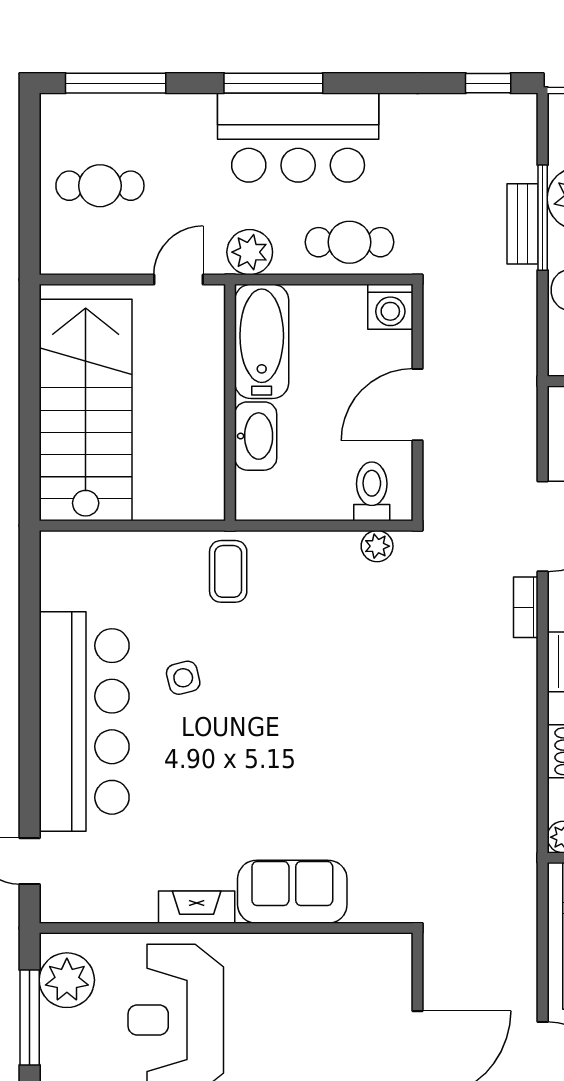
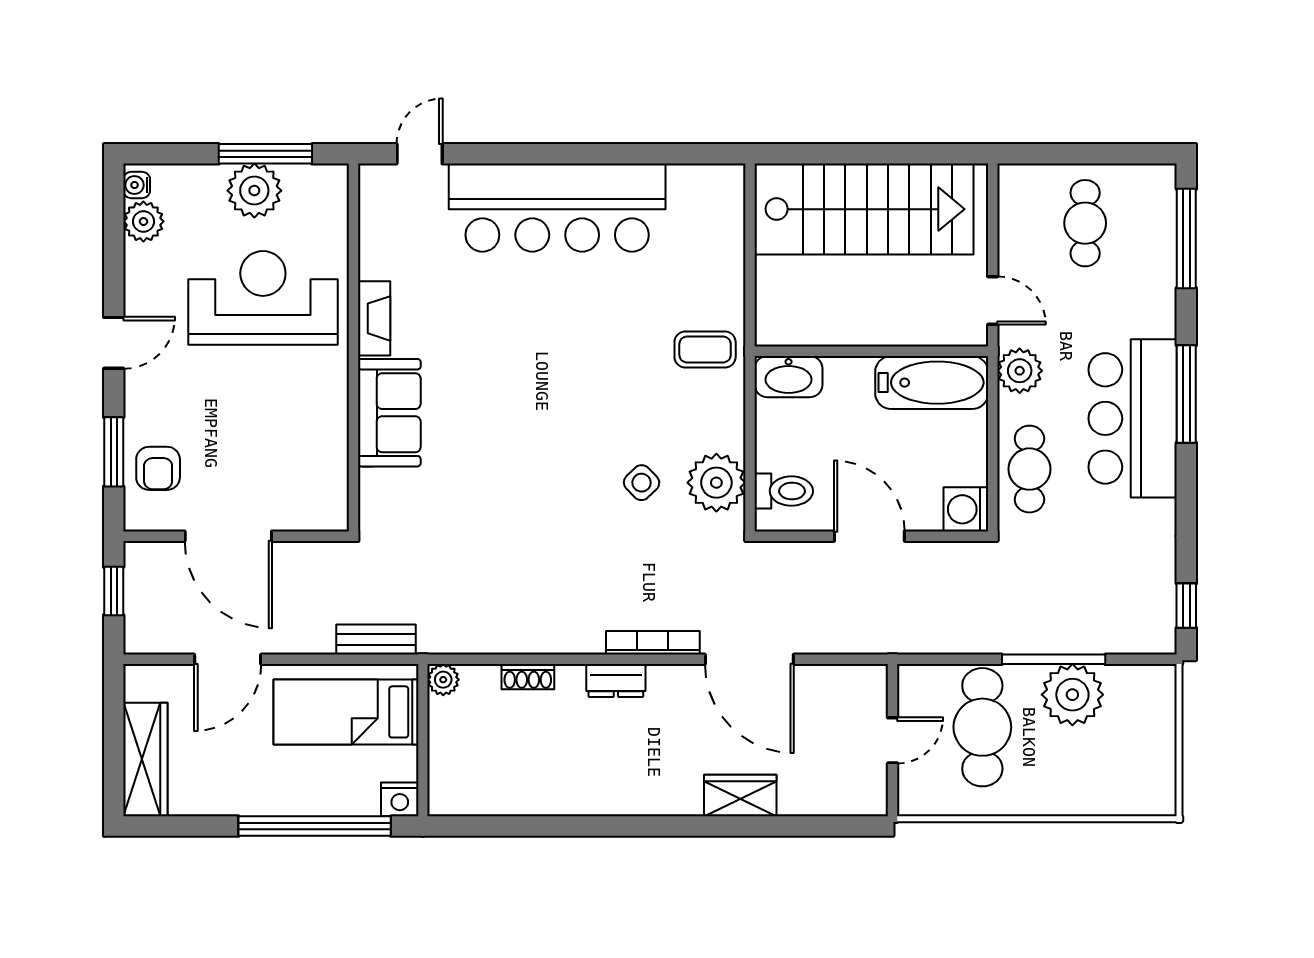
bench: (523, 224) -> (376, 640), moved
washbasin: (256, 436) -> (789, 377), moved
plant: (377, 546) -> (716, 483), width x1.87, depth x1.87
bookcase: (526, 607) -> (653, 643), width x1.56
side table: (183, 678) -> (642, 483), moved, turned -30
plant: (67, 980) -> (254, 191), moved

